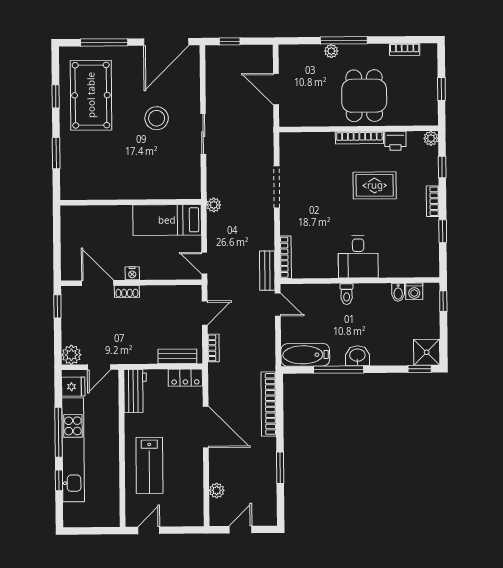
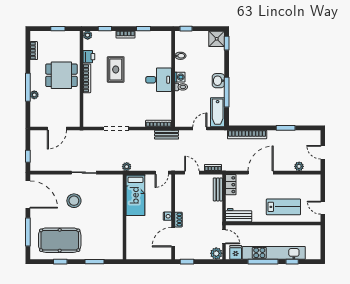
washing machine: (414, 291) -> (180, 77), moved
door: (278, 305) -> (200, 128), moved

